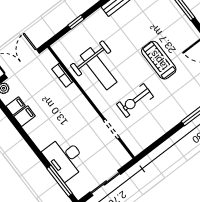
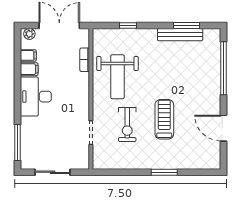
treadmill: (159, 60) -> (164, 119), moved
exercise bike: (135, 100) -> (127, 124), turned -90
desk: (65, 158) -> (36, 97), moved

